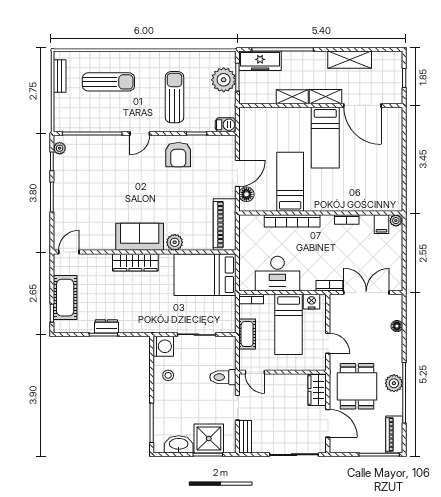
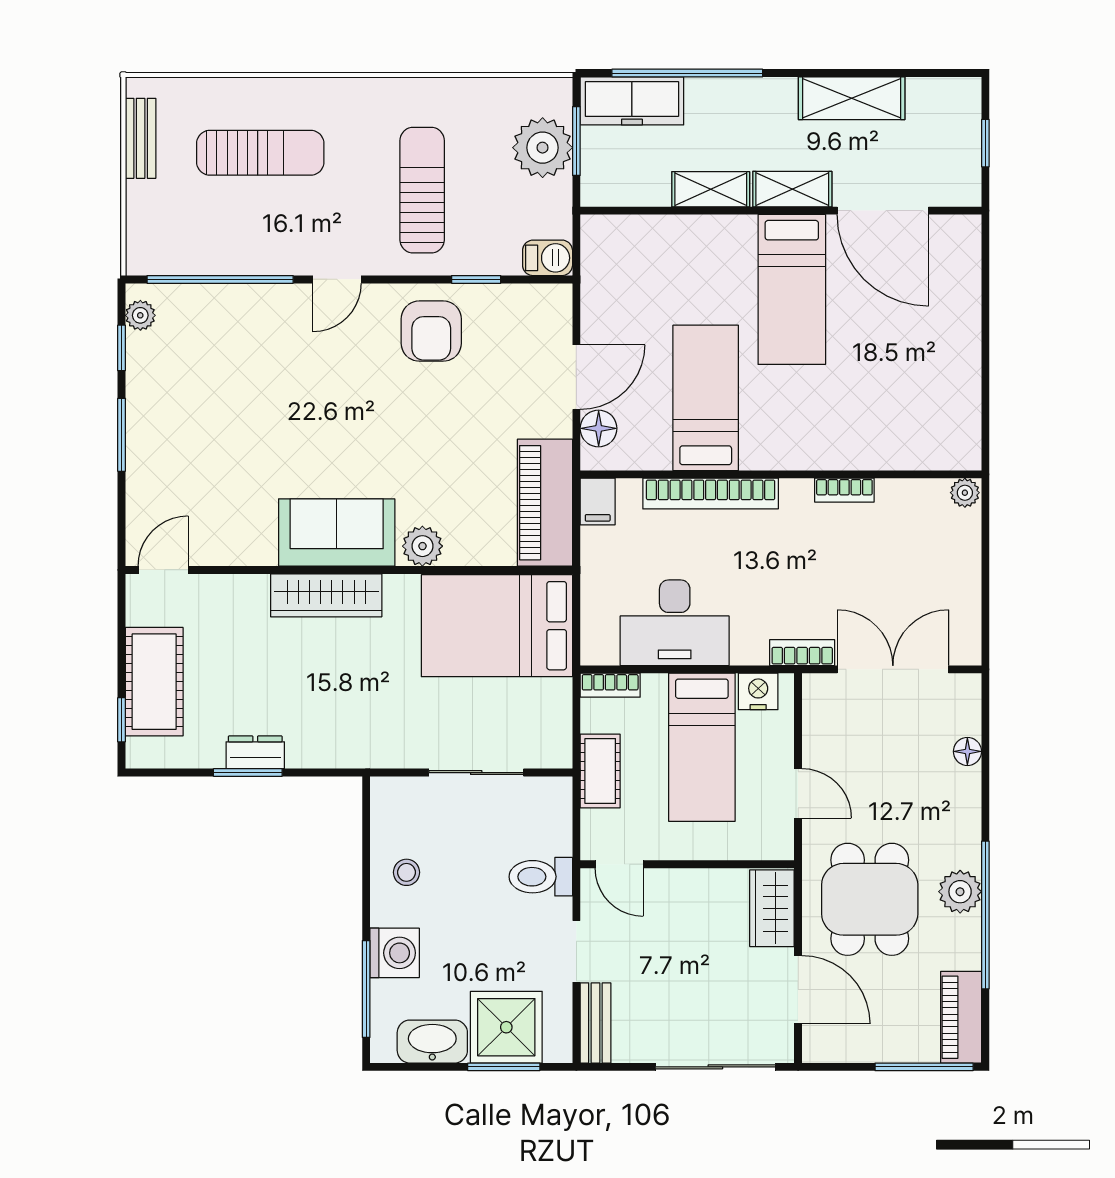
filing cabinet: (382, 224) -> (598, 502), moved
washing machine: (163, 346) -> (395, 953), moved

